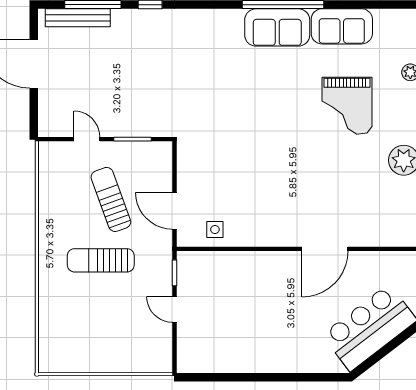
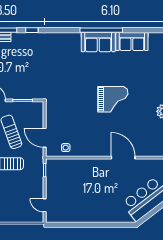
grand piano: (347, 106) -> (113, 99), moved, turned -90
door: (325, 249) -> (123, 158), swing flipped
door: (175, 310) -> (45, 205), moved

